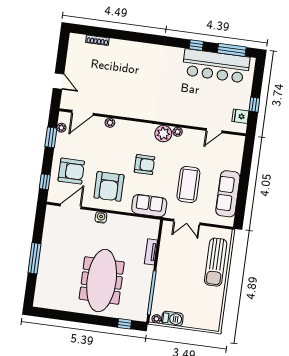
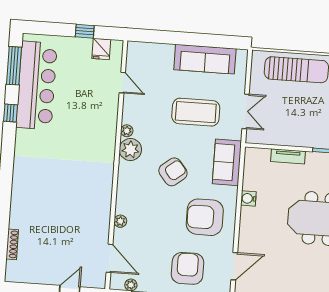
armchair: (145, 165) -> (173, 172), turned 51
armchair: (109, 186) -> (205, 217), turned 180
door: (71, 206) -> (234, 266), swing flipped
water cooler: (101, 217) -> (248, 198), moved

